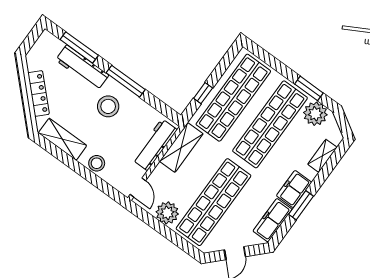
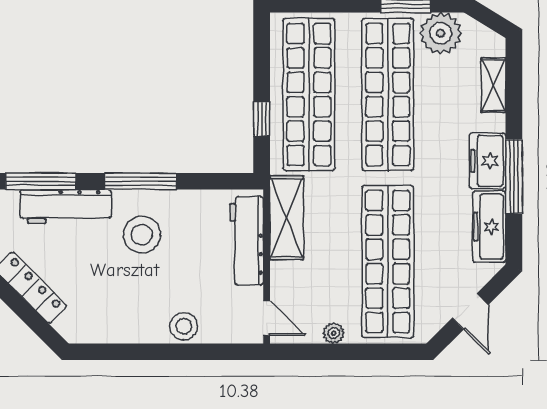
shelving: (63, 139) -> (111, 327), removed
window: (301, 205) -> (514, 177), width x1.44
plant: (167, 213) -> (334, 333), width x0.53, depth x0.53

